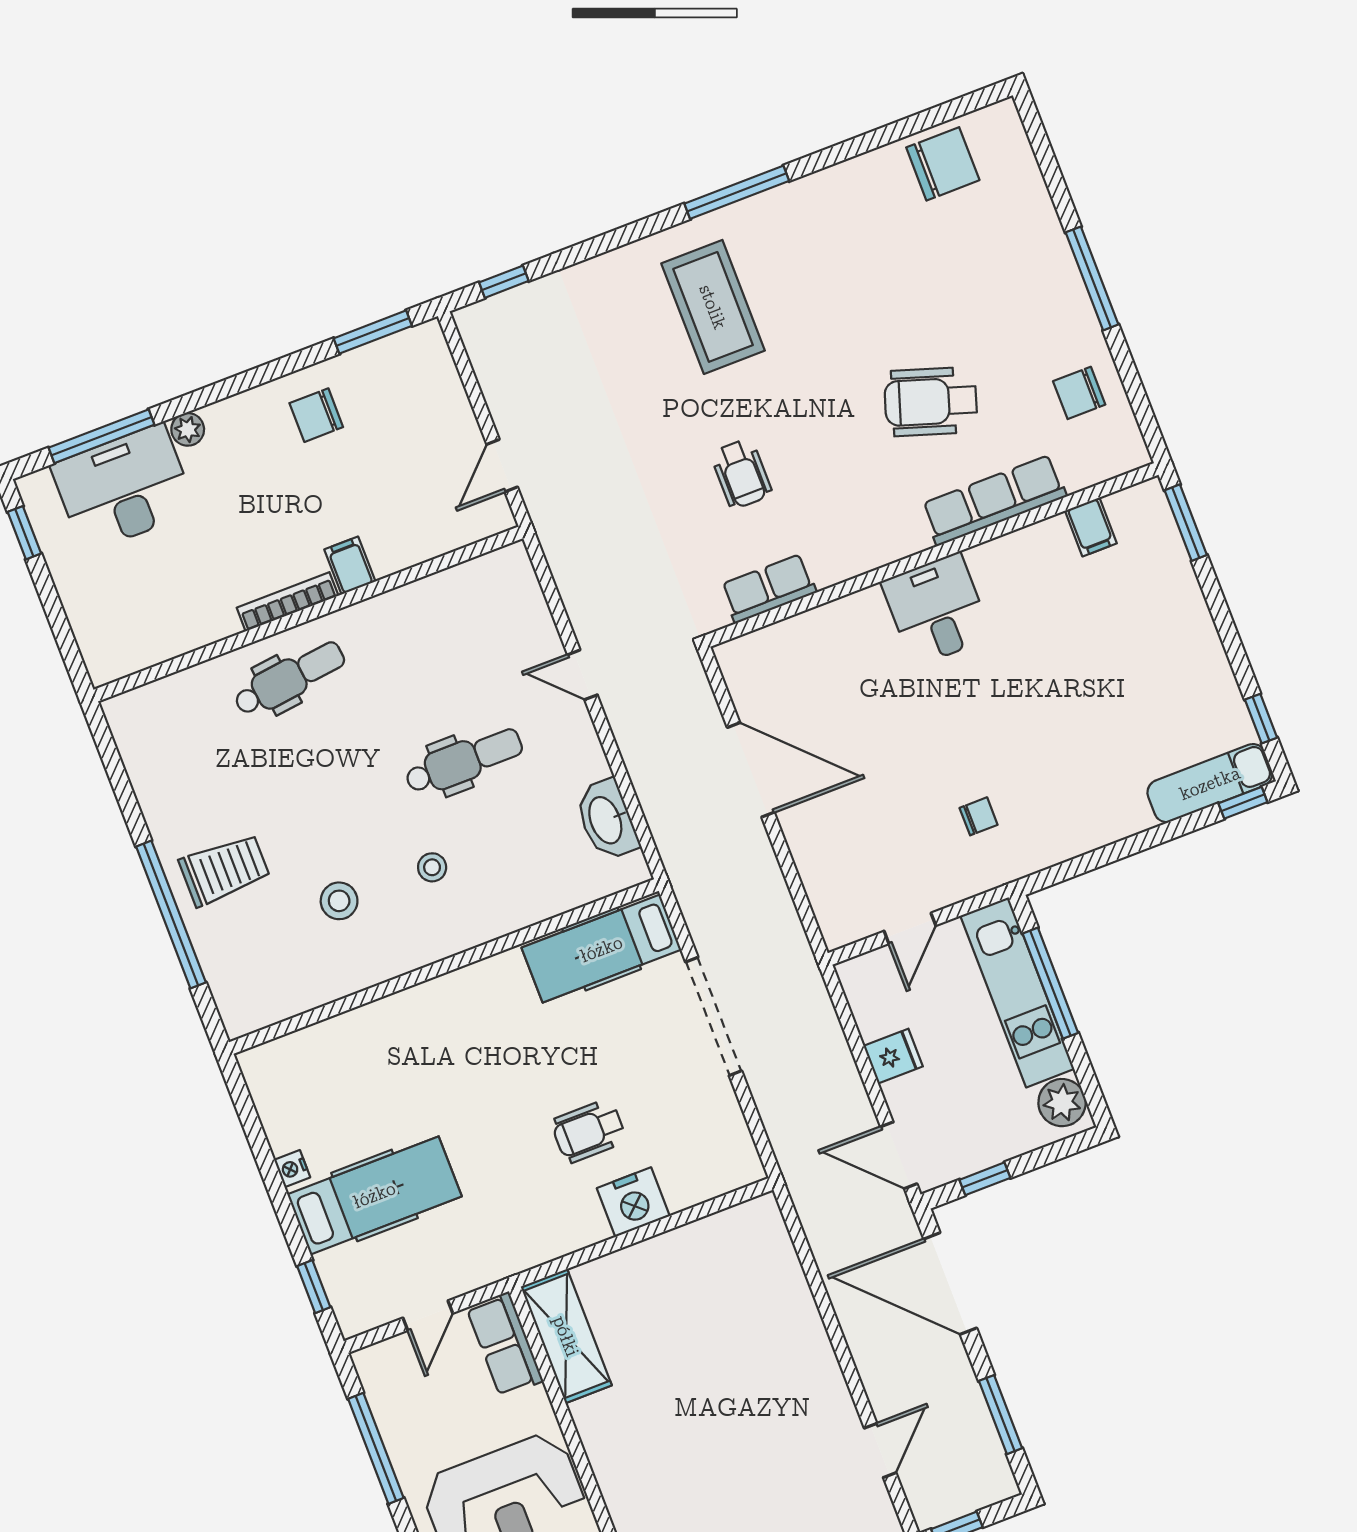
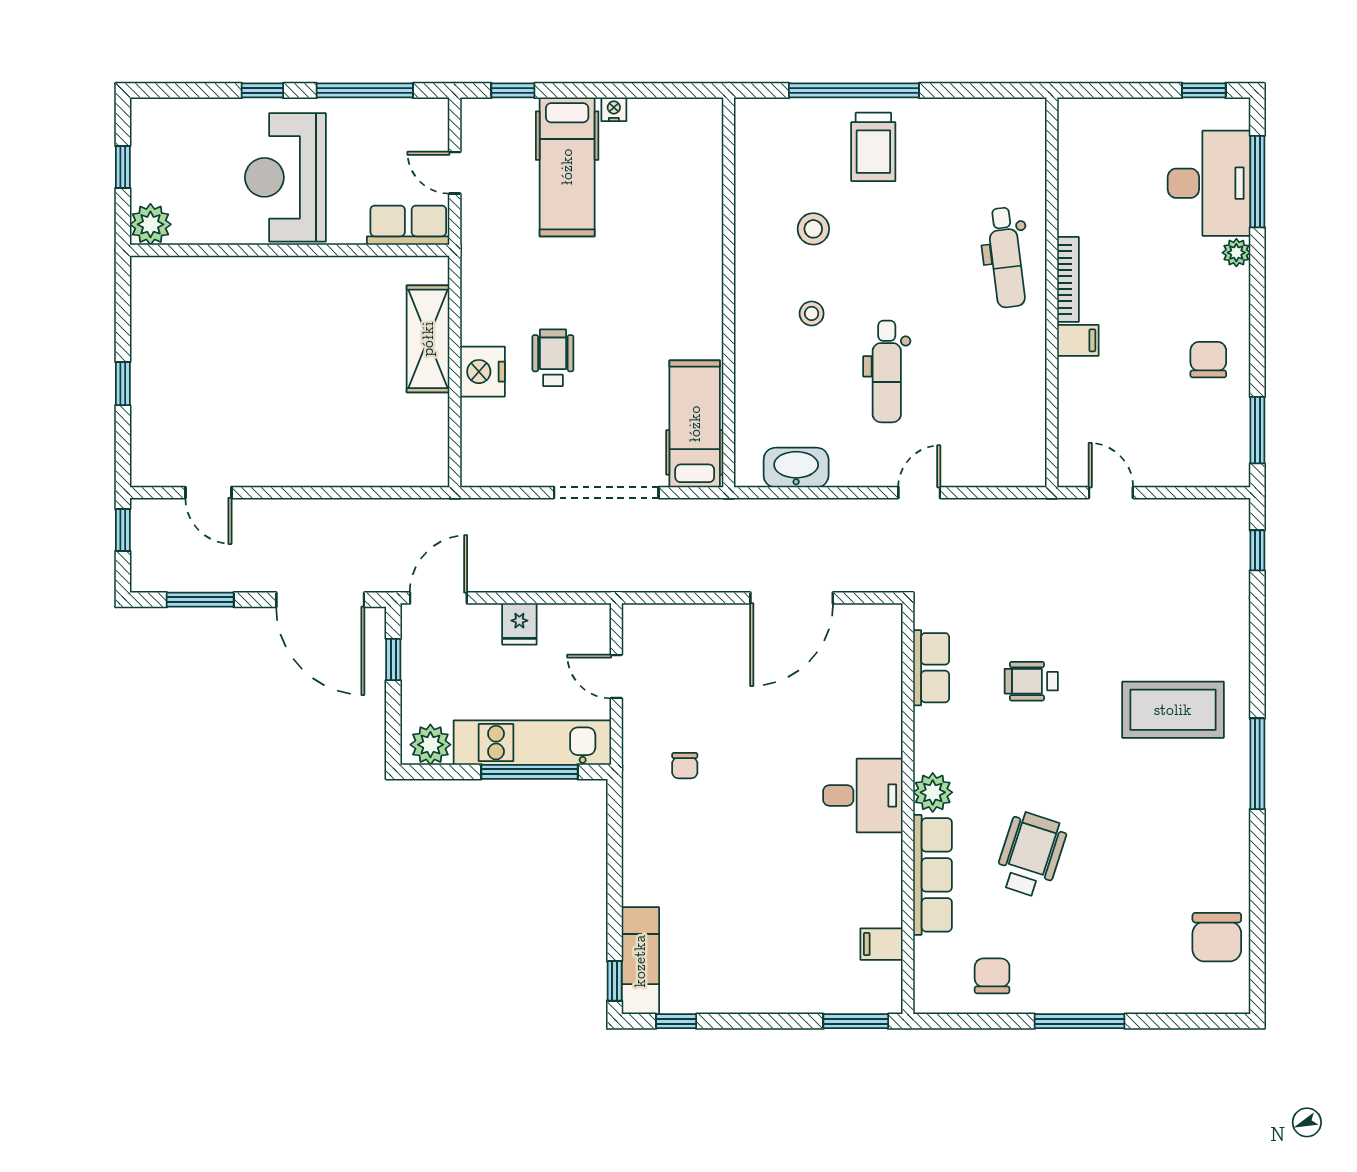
plant: (904, 534) -> (933, 792), added
door: (950, 1283) -> (320, 600), swing flipped
shelving: (566, 1336) -> (428, 339), moved, turned 90

